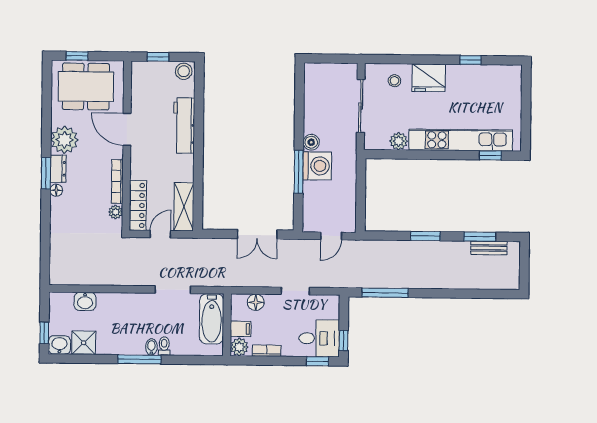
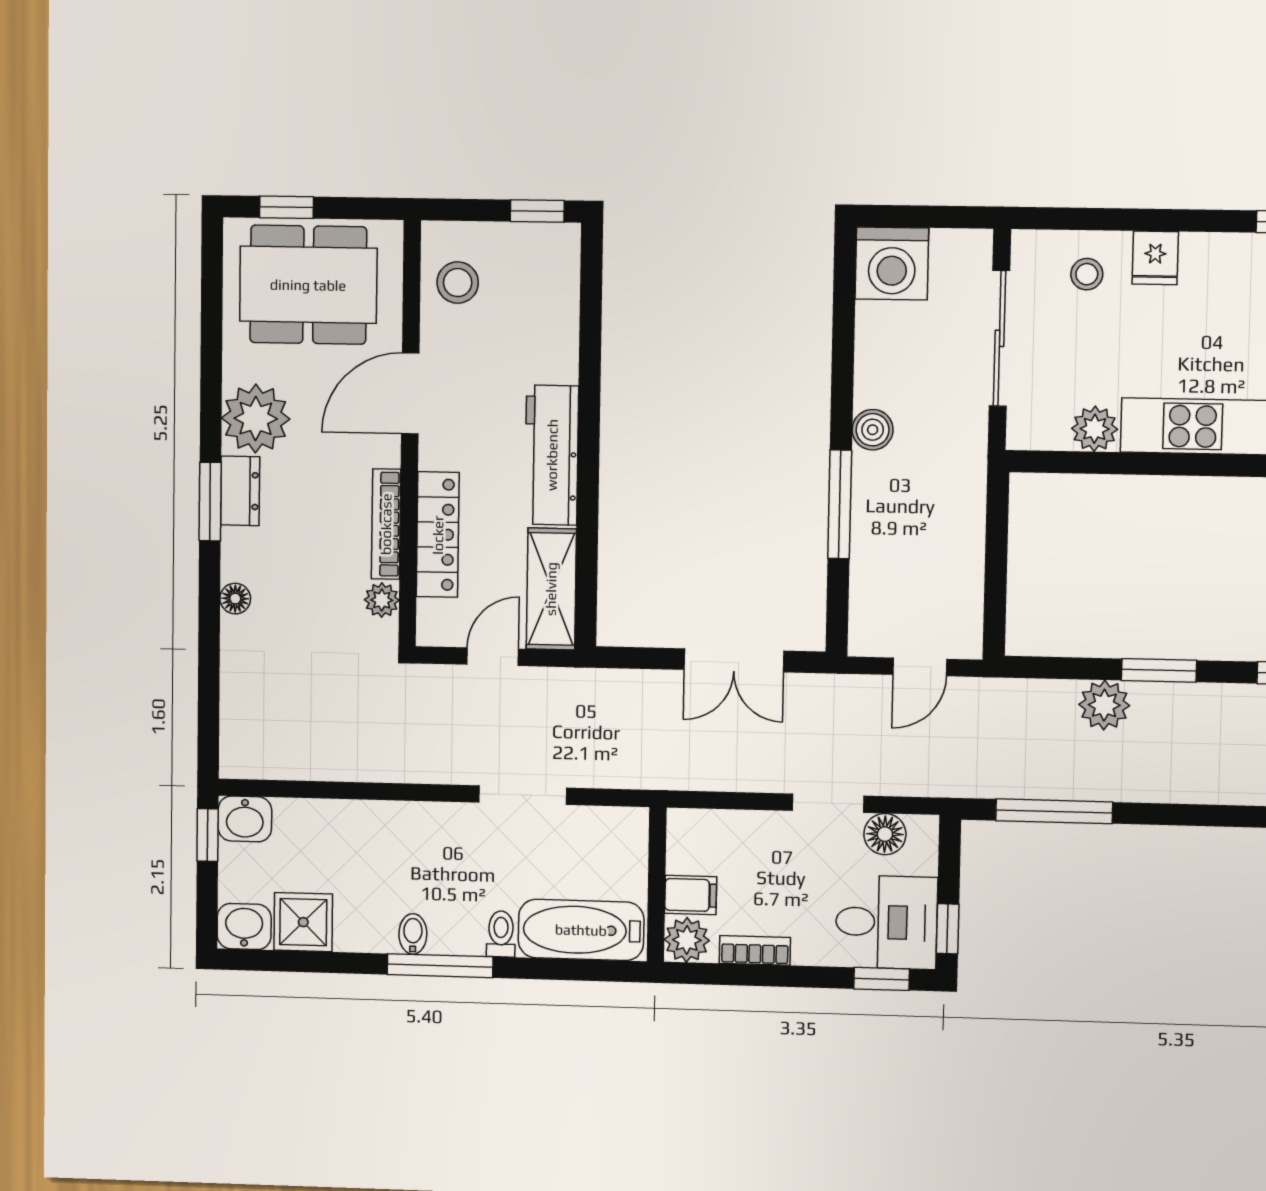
window: (158, 57) -> (537, 211), moved
stool: (184, 71) -> (458, 283), moved
fridge: (429, 78) -> (1155, 258), width x0.53, depth x0.75
workbench: (184, 126) -> (552, 455), moved
door: (127, 129) -> (410, 394), hinge flipped
washing machine: (317, 166) -> (892, 263), moved, turned 90
floor lamp: (56, 190) -> (235, 599), moved
locker: (138, 205) -> (438, 535), moved
plant: (404, 250) -> (1104, 705), added
washbasin: (85, 301) -> (245, 819), moved
floor lamp: (256, 302) -> (885, 834), moved
bathtub: (212, 319) -> (581, 930), moved, turned 90
window: (44, 333) -> (208, 835), moved
bidet: (151, 347) -> (413, 934), moved

